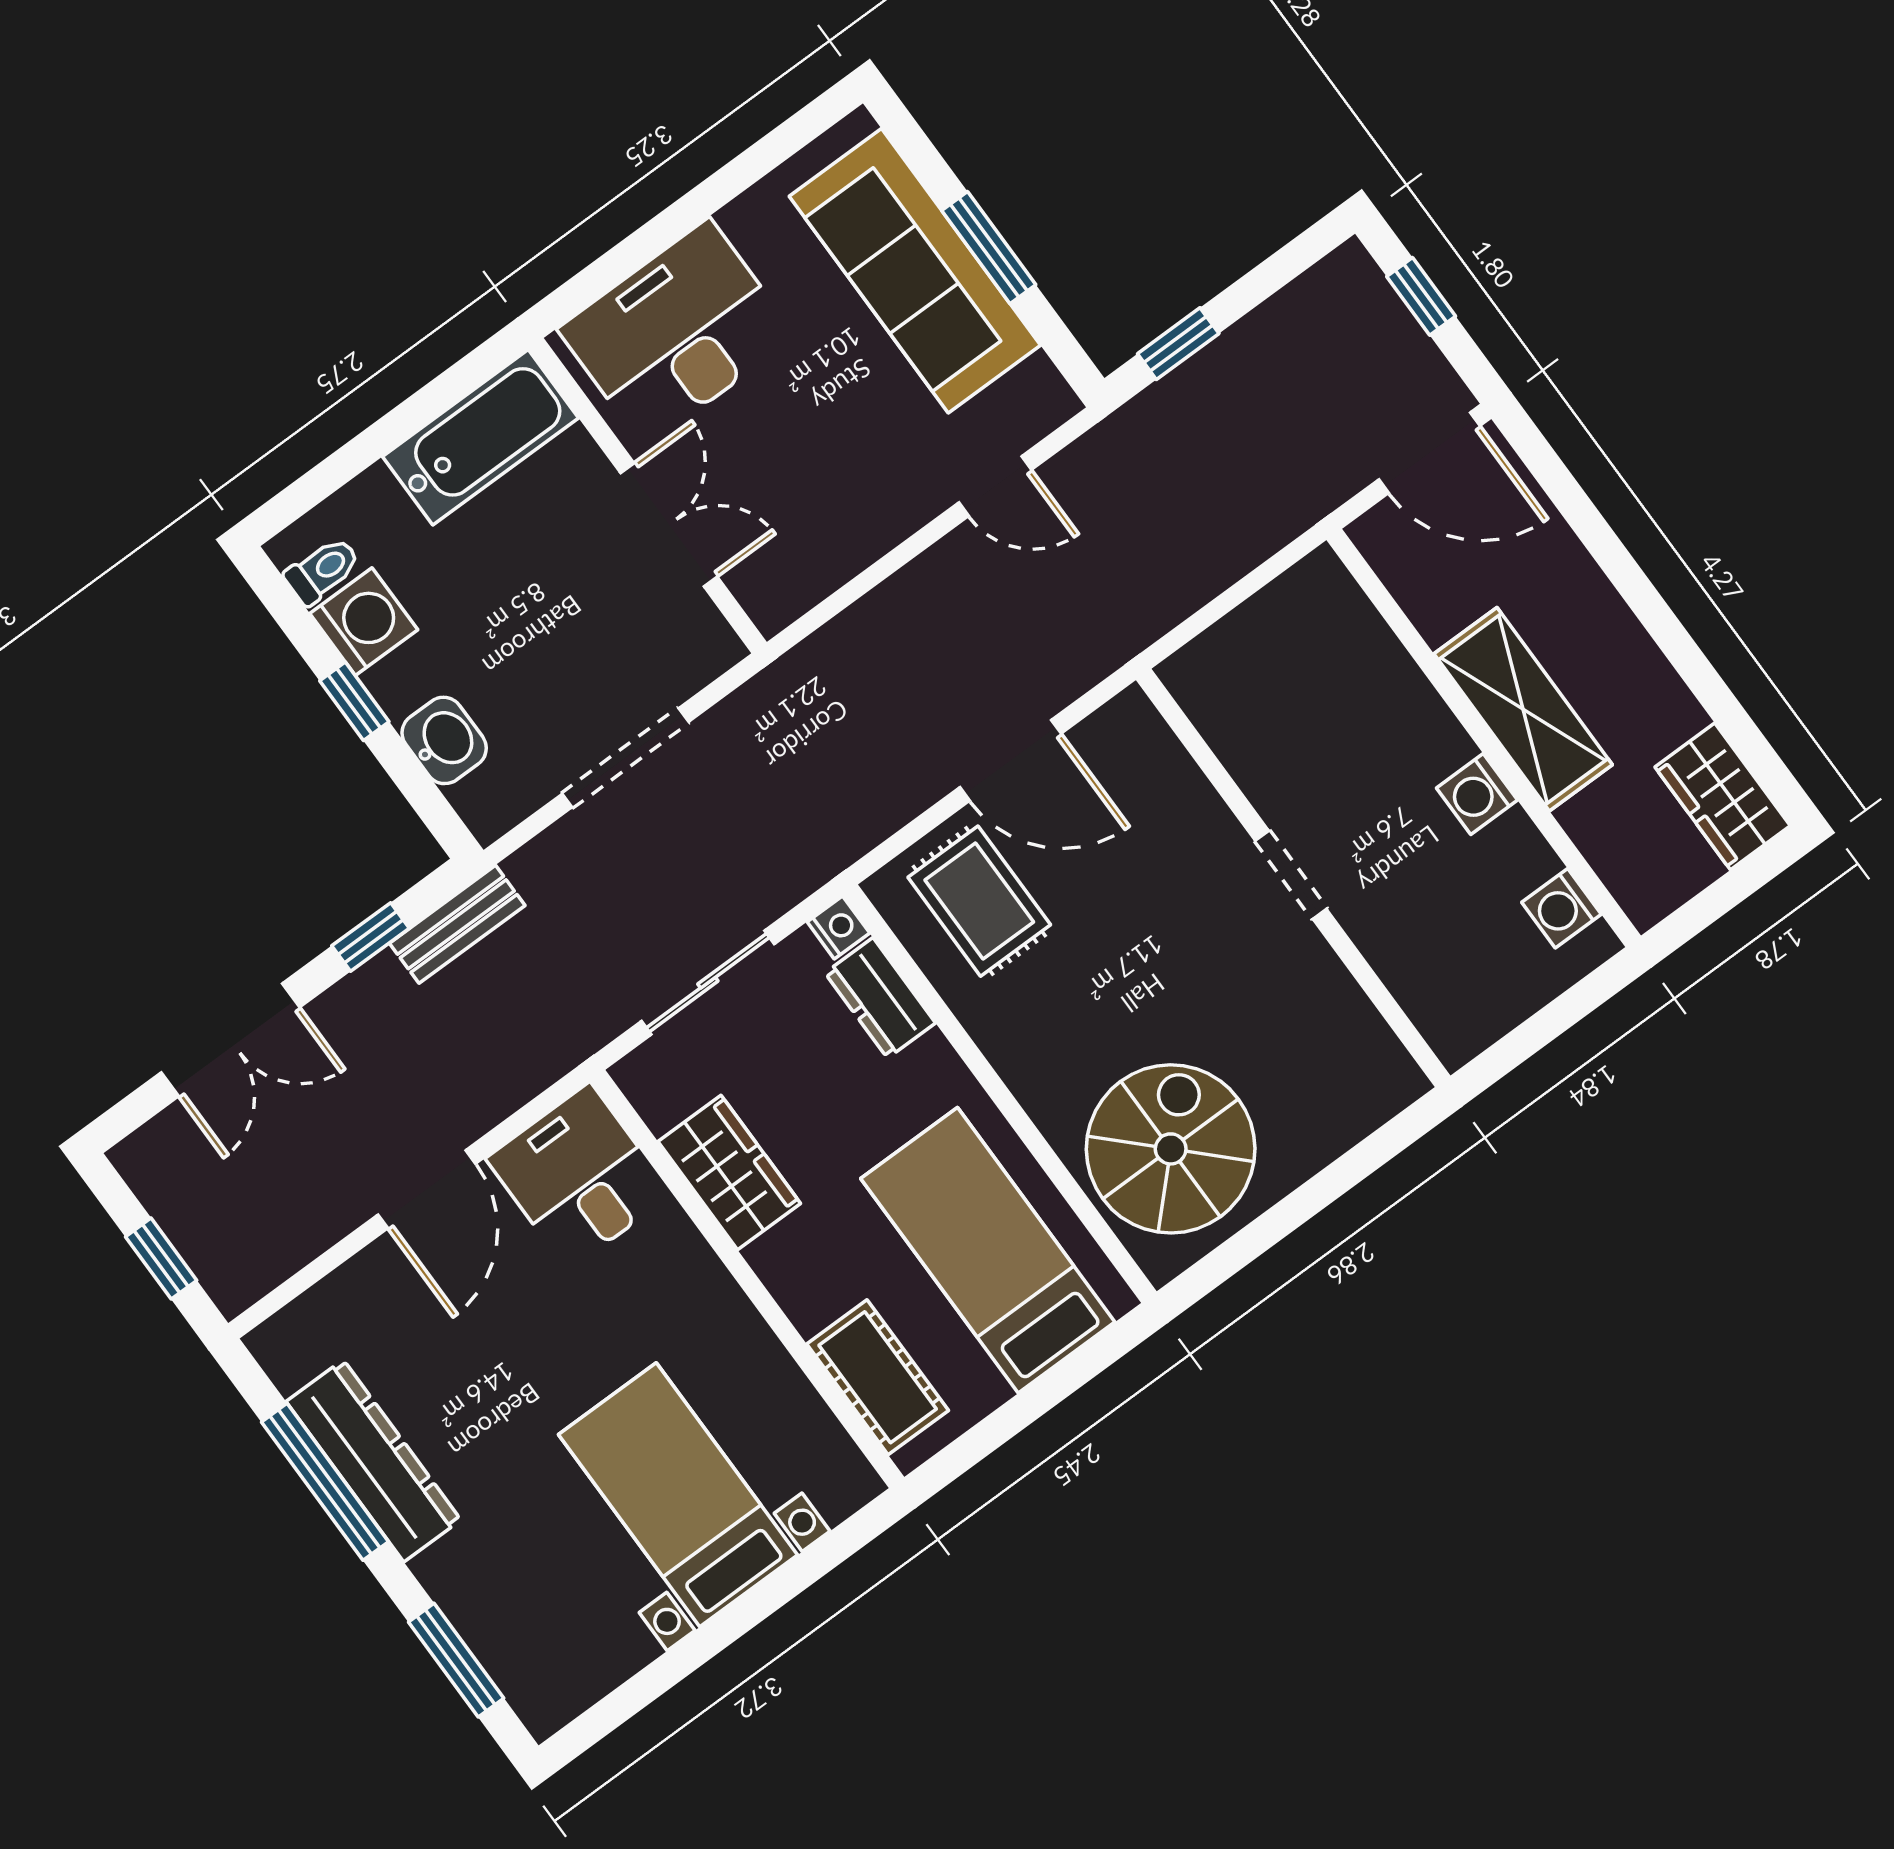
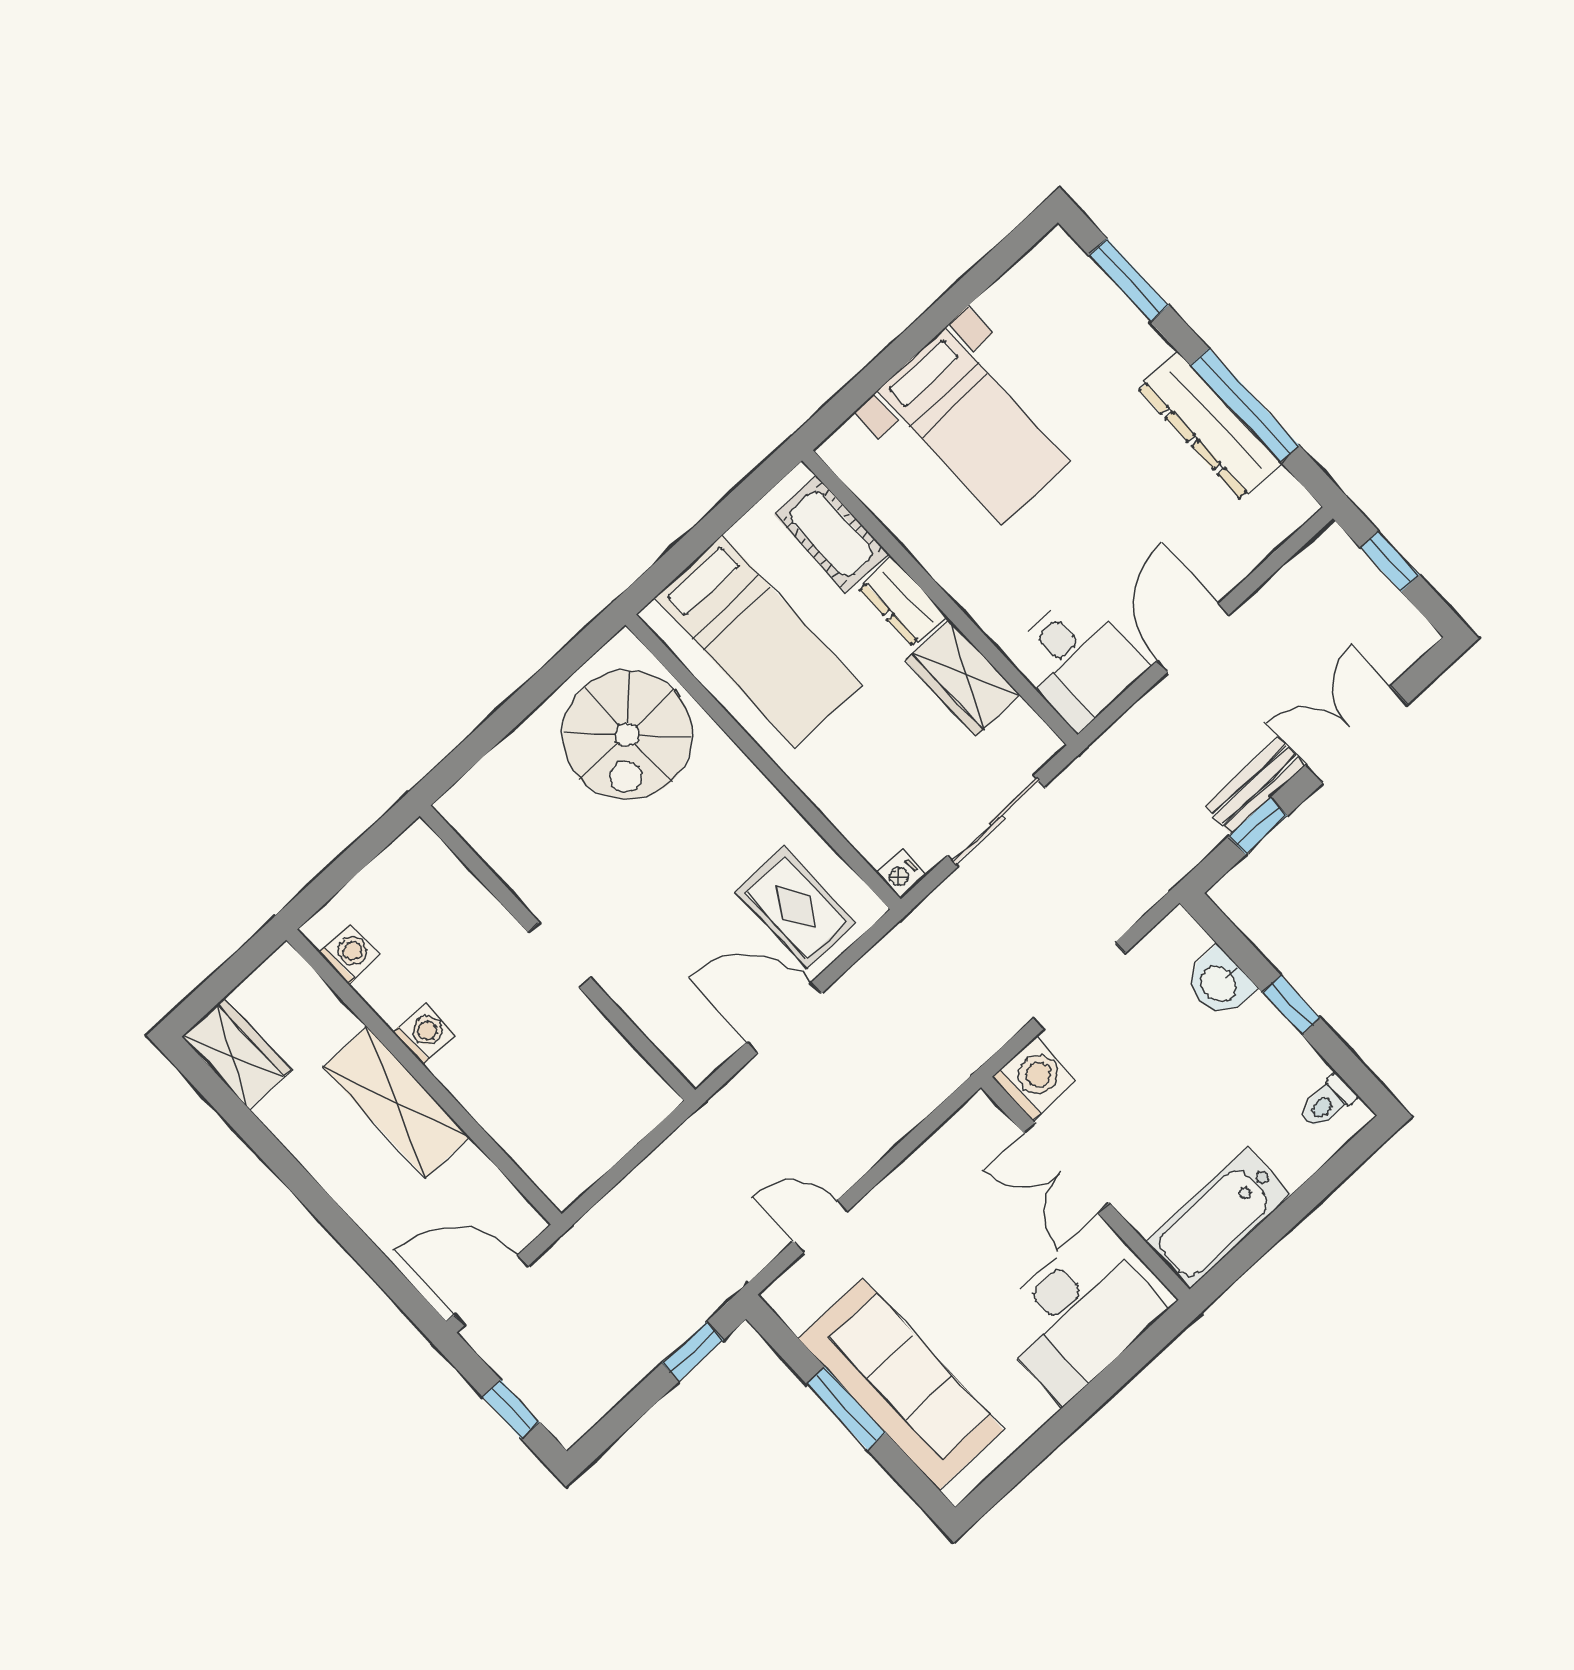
washing machine: (364, 622) -> (1034, 1078), moved, turned 180
bench: (457, 924) -> (1255, 786), moved
dresser: (880, 998) -> (902, 602), moved, turned 180

